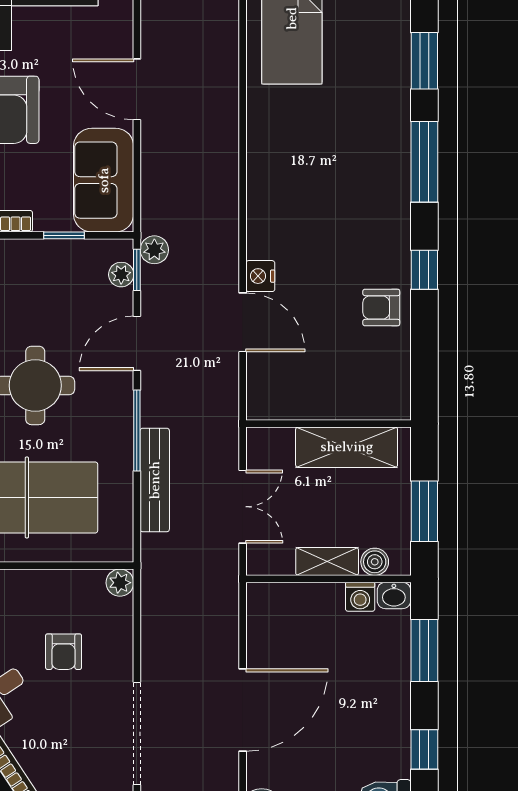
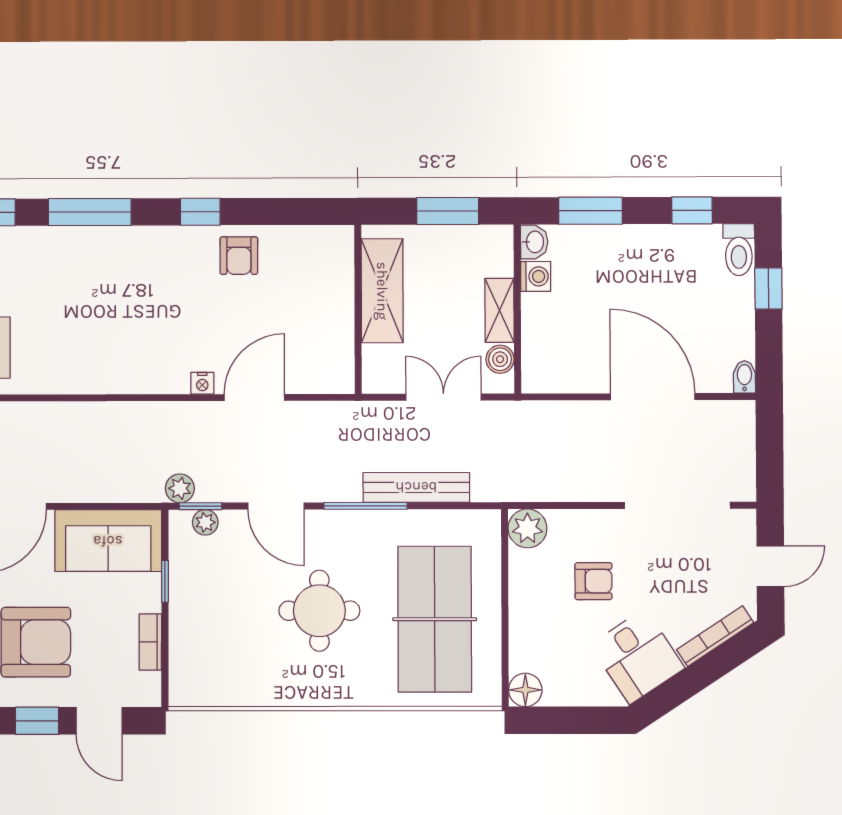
nightstand: (260, 276) -> (202, 383), width x0.72, depth x0.74
boiler: (375, 562) -> (500, 359), moved
plant: (120, 583) -> (527, 528), width x1.38, depth x1.38

